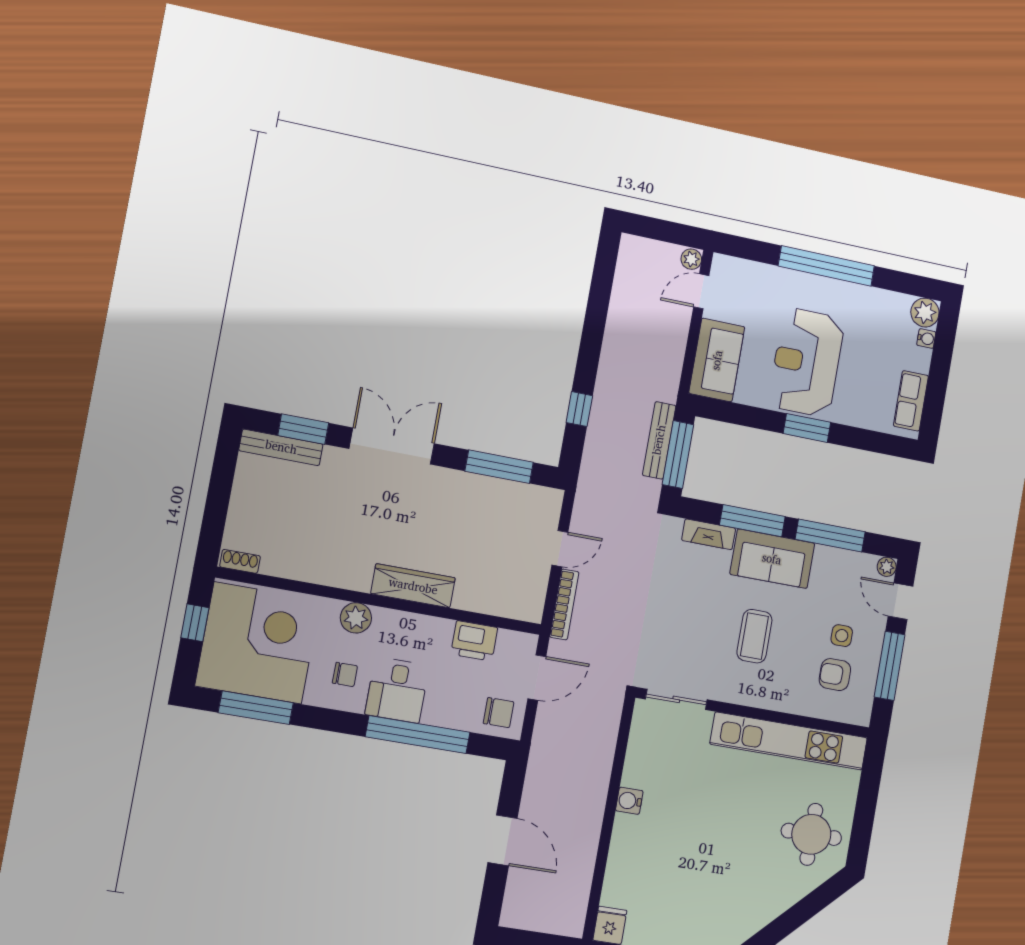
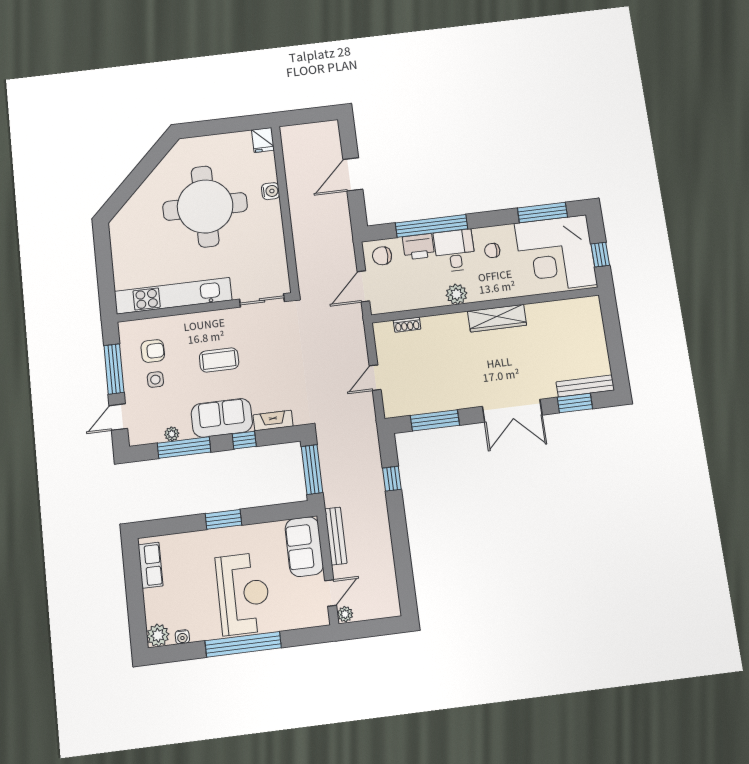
water cooler: (926, 339) -> (182, 637), moved, turned -90
reception desk: (807, 362) -> (243, 594), moved
bench: (659, 440) -> (336, 536), moved
window: (752, 521) -> (244, 440), width x0.46
shoe rack: (240, 561) -> (407, 325), moved
plant: (887, 567) -> (172, 434), moved
wardrobe: (413, 586) -> (497, 318), moved
door: (900, 601) -> (118, 417), swing flipped
bookcase: (564, 604) -> (360, 341), removed
plant: (356, 618) -> (457, 294), moved
coffee table: (754, 636) -> (219, 360), turned 90
printer: (474, 641) -> (419, 247), moved, turned 180
water cooler: (629, 801) -> (271, 191), moved
round table: (811, 834) -> (205, 206), moved, width x1.86, depth x1.86
door: (502, 840) -> (353, 174), hinge flipped

